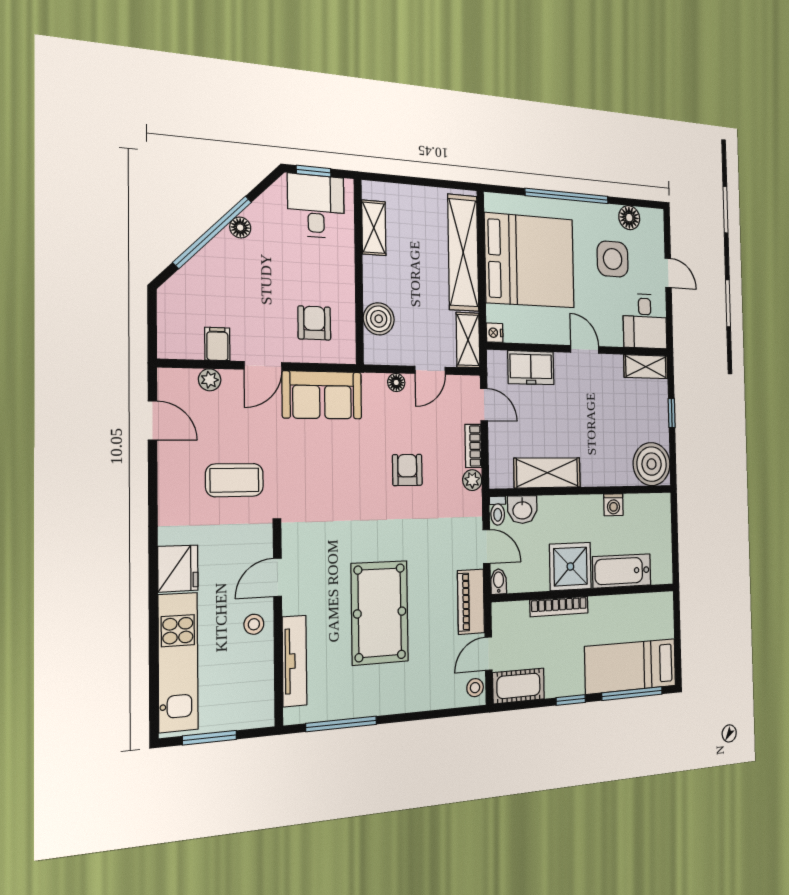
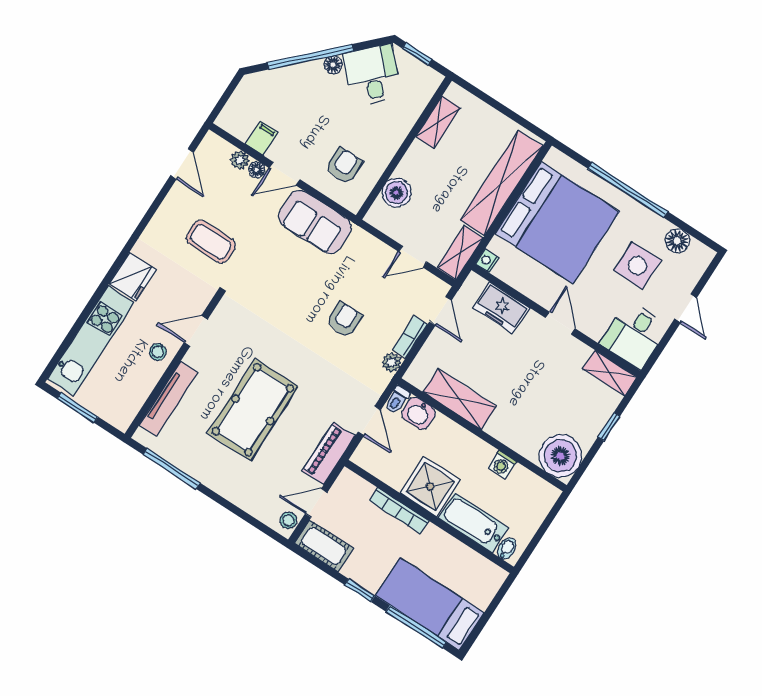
desk: (316, 206) -> (372, 75), moved, turned -45
floor lamp: (396, 382) -> (257, 170), moved
bidet: (499, 582) -> (507, 549), moved

